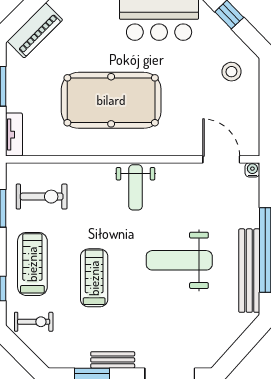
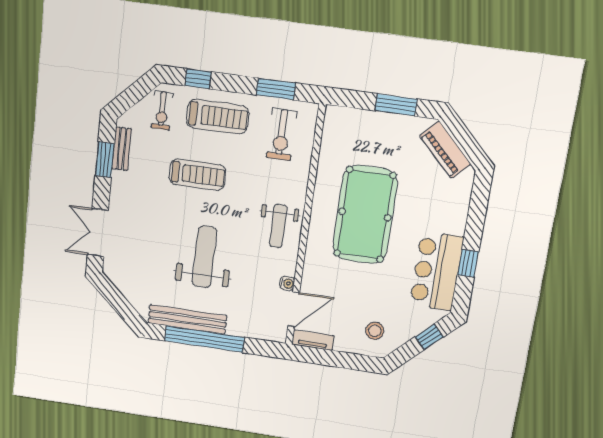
tv unit: (14, 135) -> (313, 340), moved, turned 180
water cooler: (252, 170) -> (287, 283), moved
weight bench: (136, 187) -> (278, 226), turned -90
bench: (113, 360) -> (122, 149), moved

